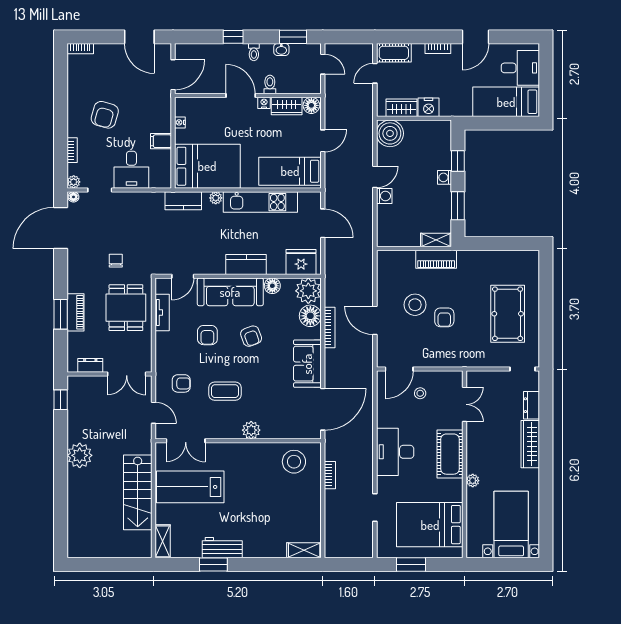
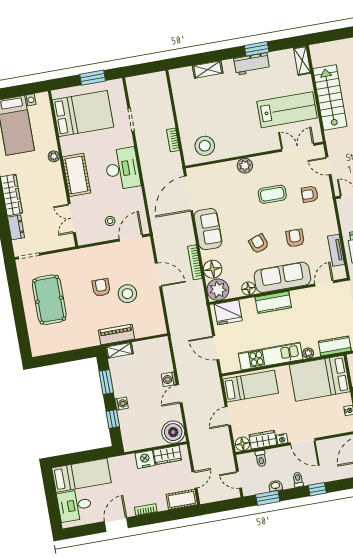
toilet: (270, 84) -> (261, 458), moved
shelving: (304, 550) -> (208, 70), moved

